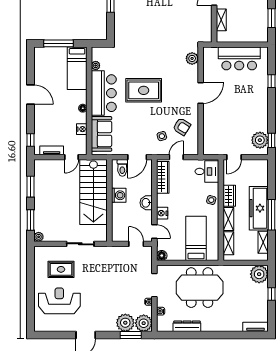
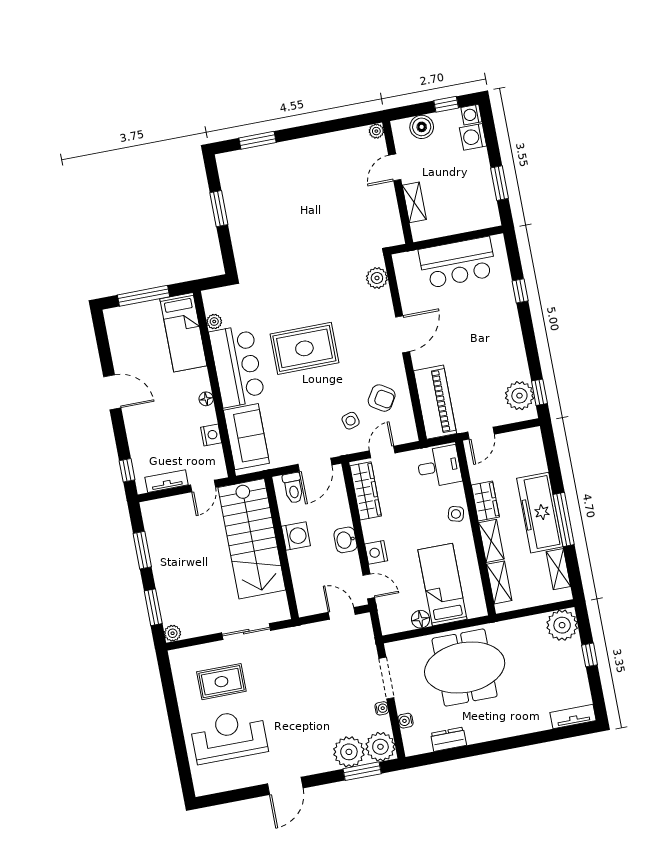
piano: (211, 135) -> (435, 402), added
floor lamp: (162, 256) -> (421, 619), moved
dresser: (187, 326) -> (448, 739), width x0.70

